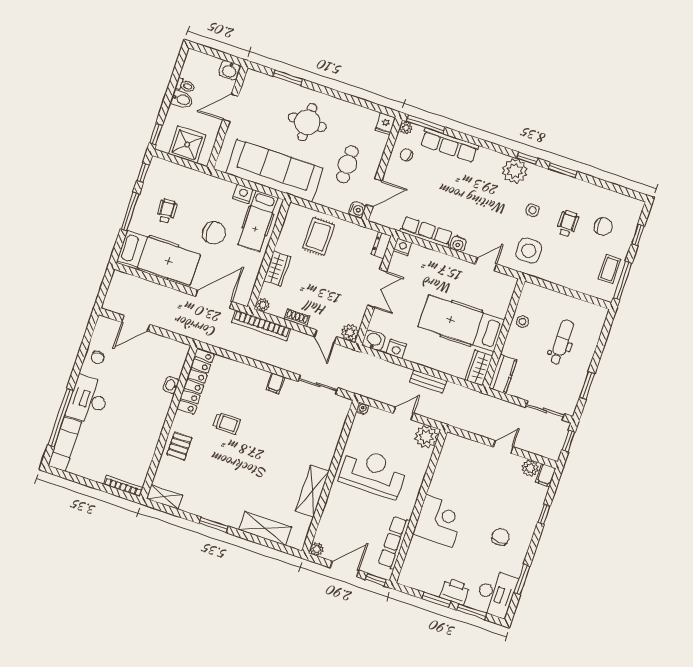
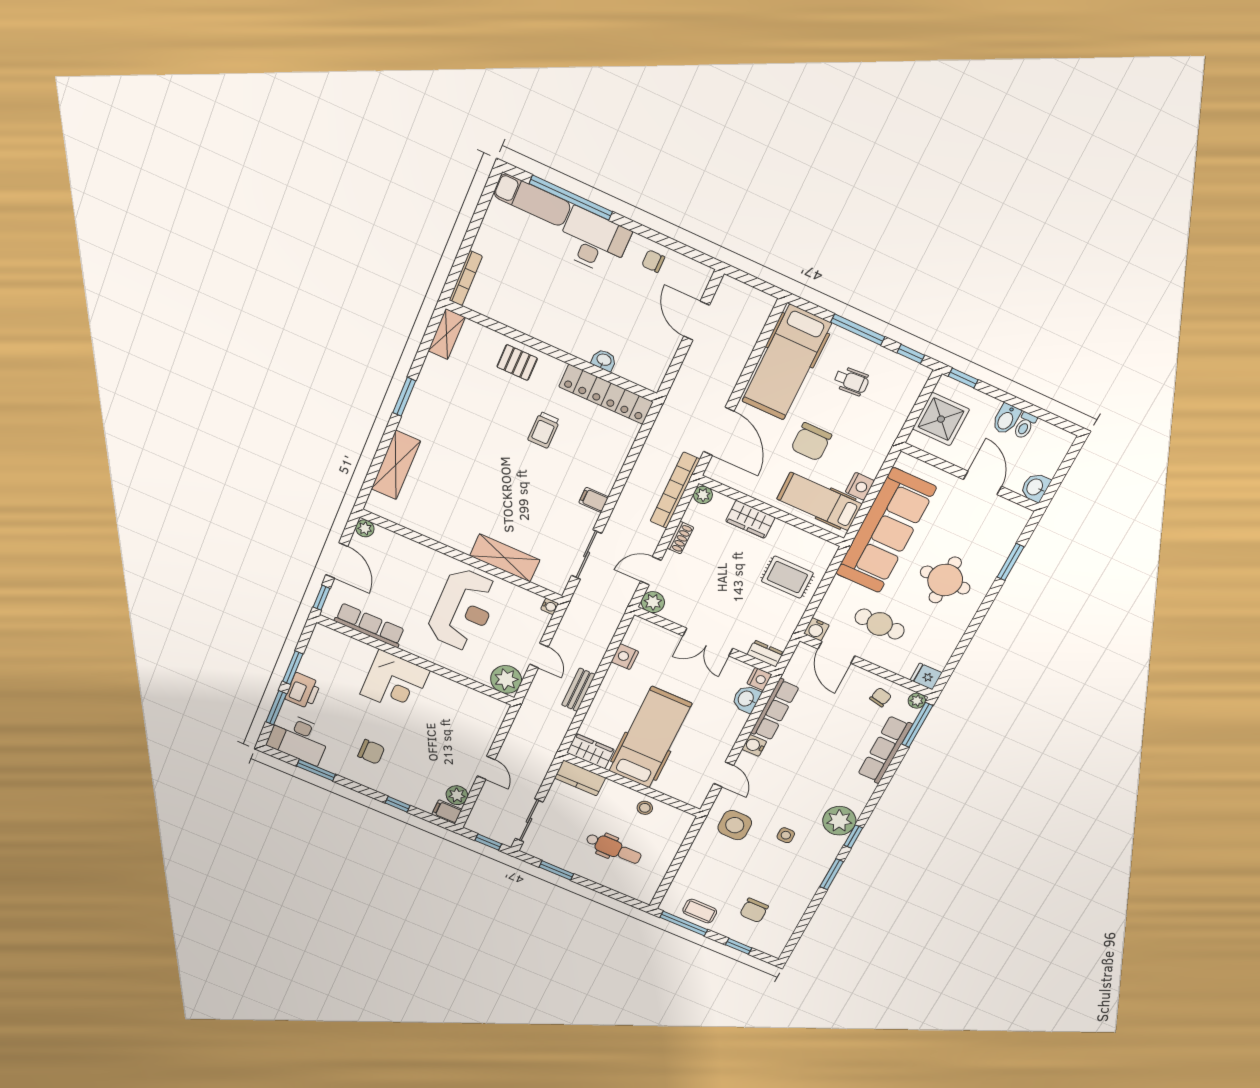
wheelchair: (568, 223) -> (763, 872), removed
washbasin: (374, 340) -> (746, 699), moved, turned 180
shelving: (312, 491) -> (505, 558), moved

